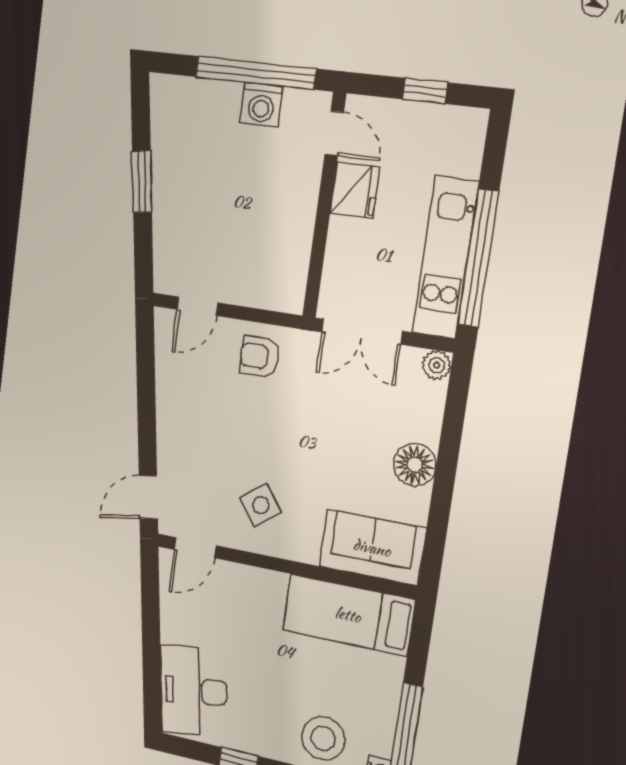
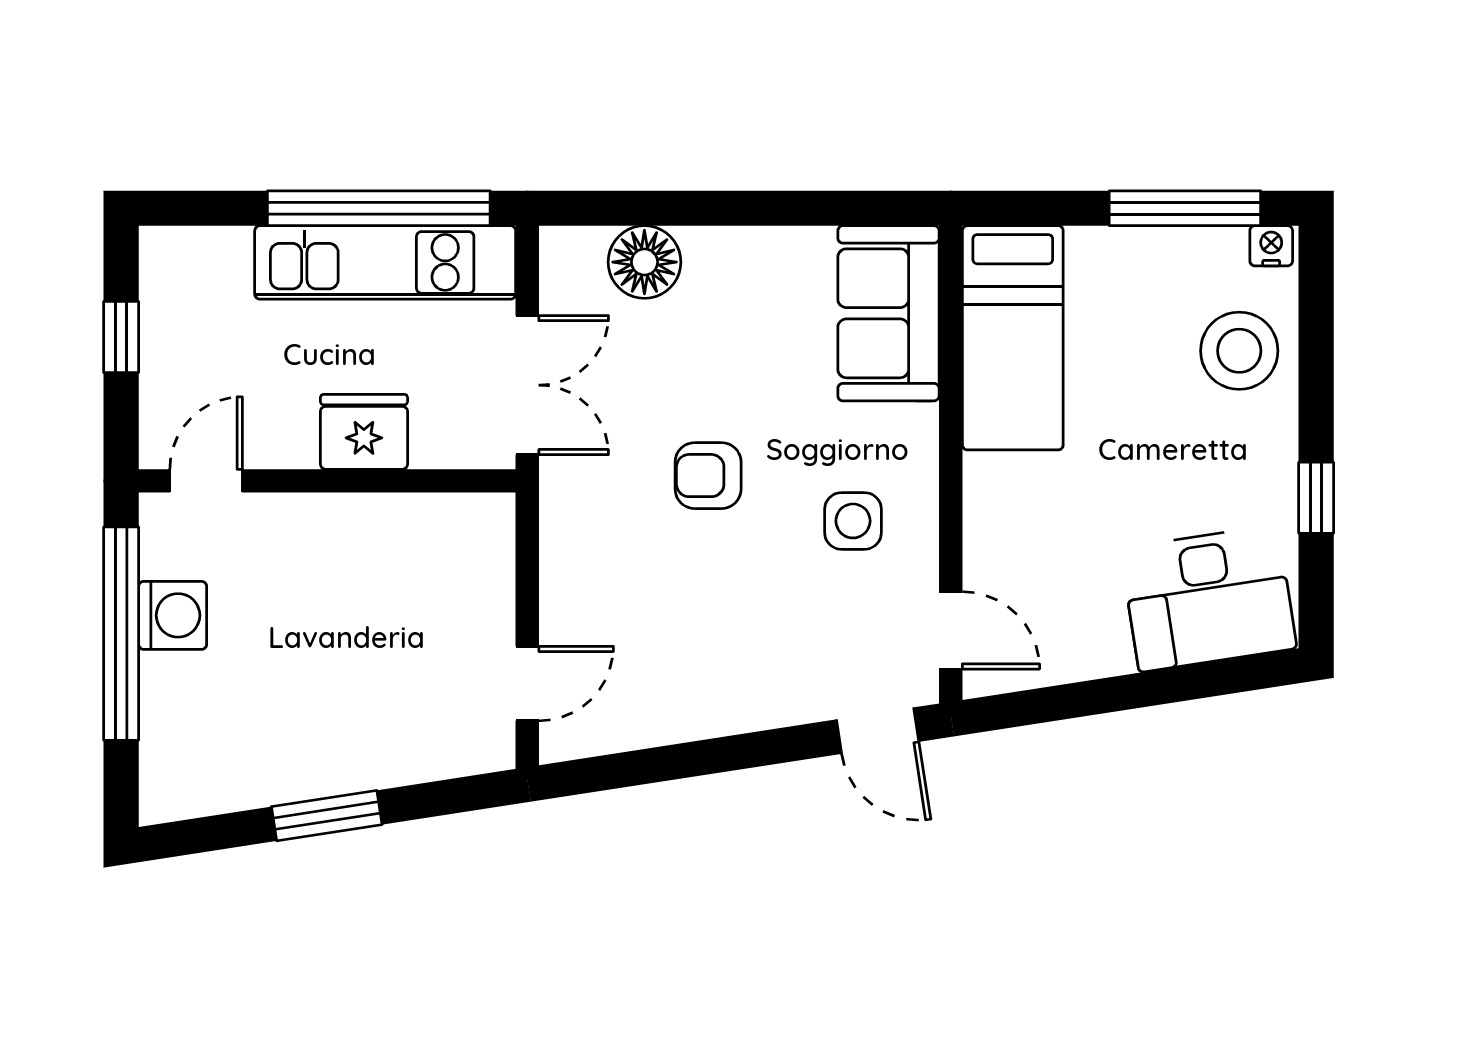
fridge: (355, 190) -> (364, 432), moved
door: (198, 306) -> (527, 684), hinge flipped
armchair: (259, 357) -> (708, 476), moved, turned 90
plant: (437, 365) -> (563, 250), removed
floor lamp: (415, 465) -> (644, 262), moved
side table: (261, 505) -> (853, 521), turned 37

